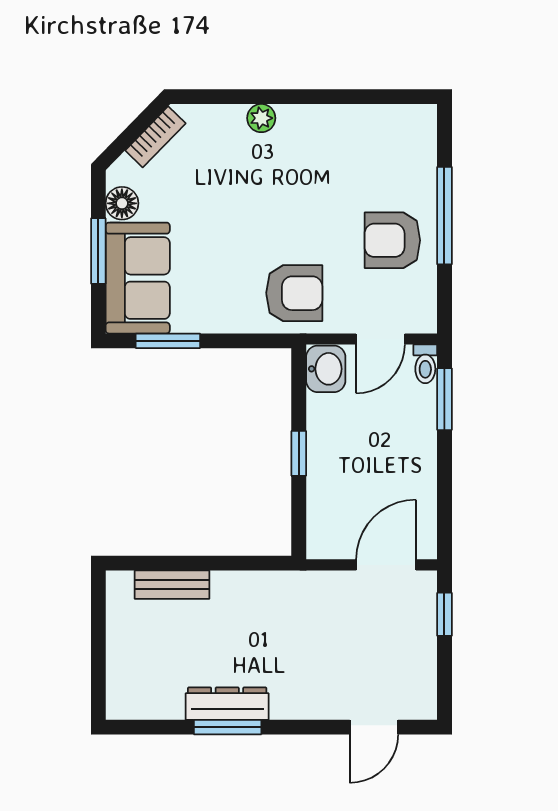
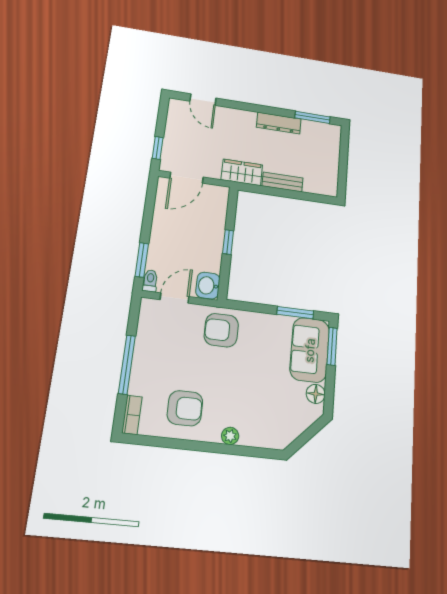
bookcase: (155, 137) -> (132, 415), moved, turned 136
armchair: (392, 240) -> (185, 408), moved
window: (98, 251) -> (332, 346), moved
bench: (172, 585) -> (282, 182), moved
wardrobe: (287, 592) -> (242, 172), added
window: (228, 727) -> (312, 117), moved
door: (374, 727) -> (203, 100), swing flipped

